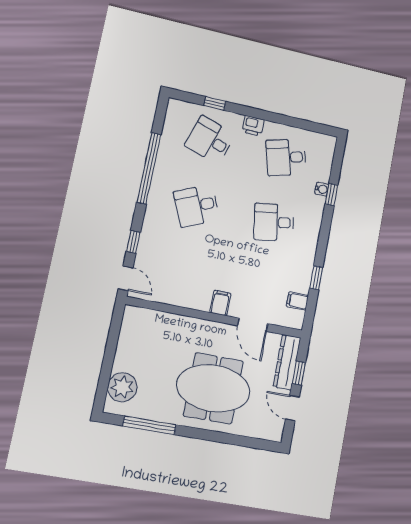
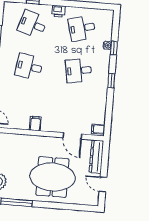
desk: (197, 206) -> (29, 67), turned 33
window: (316, 278) -> (111, 81), moved
filing cabinet: (297, 301) -> (98, 129), moved
filing cabinet: (220, 303) -> (35, 124), moved
window: (299, 373) -> (105, 163), removed

